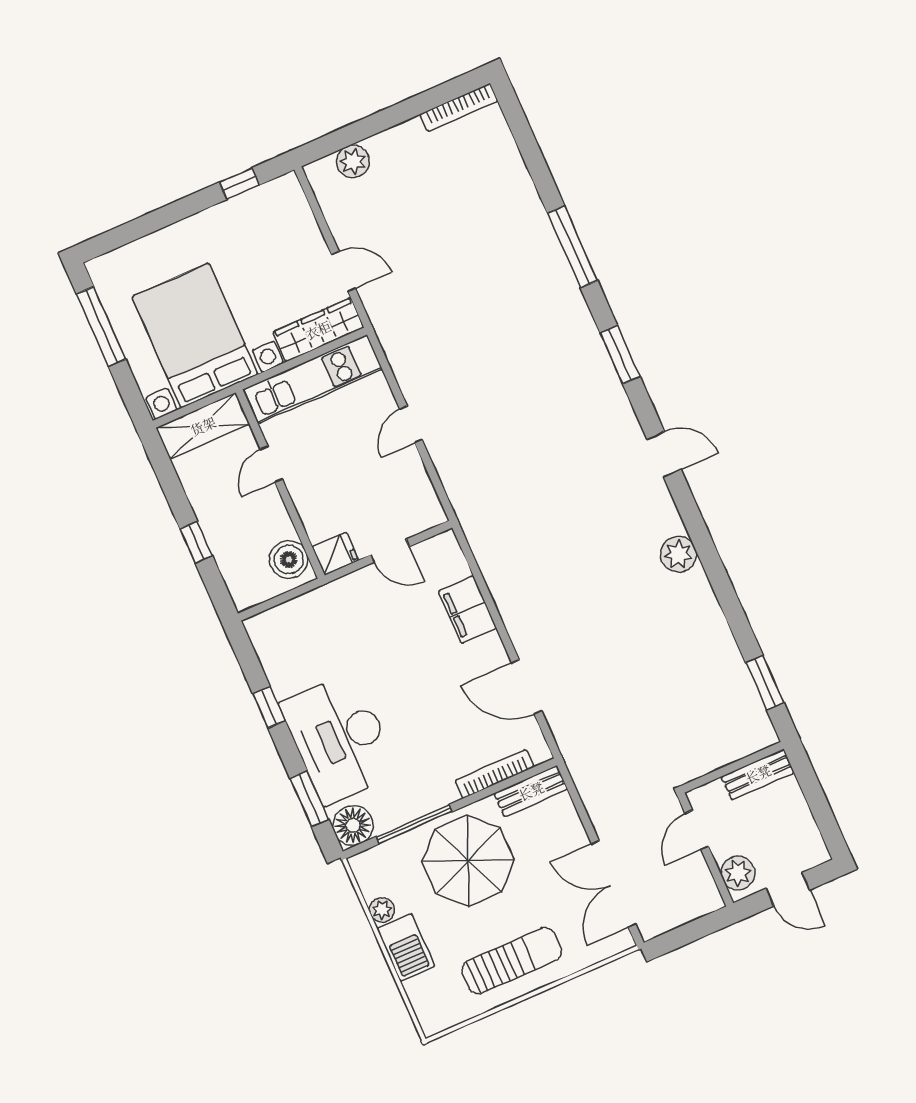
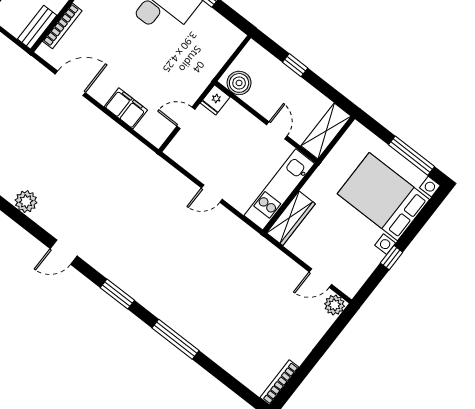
plant: (353, 161) -> (334, 305), moved
window: (239, 184) -> (392, 258), moved
door: (343, 271) -> (320, 278), moved
bed with nightstands: (195, 336) -> (383, 197), moved, turned 180
door: (411, 424) -> (212, 194), swing flipped

